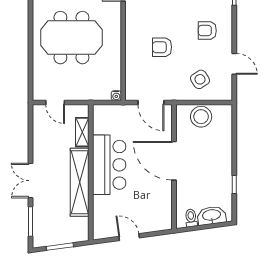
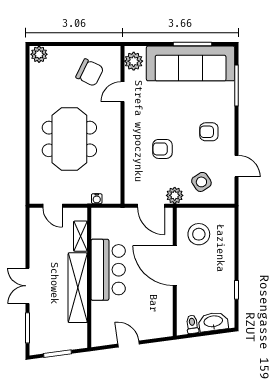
meeting table: (71, 38) -> (69, 139), turned 90
plant: (174, 92) -> (175, 195), added
water cooler: (116, 96) -> (97, 199), moved
stool: (201, 117) -> (199, 234), moved

